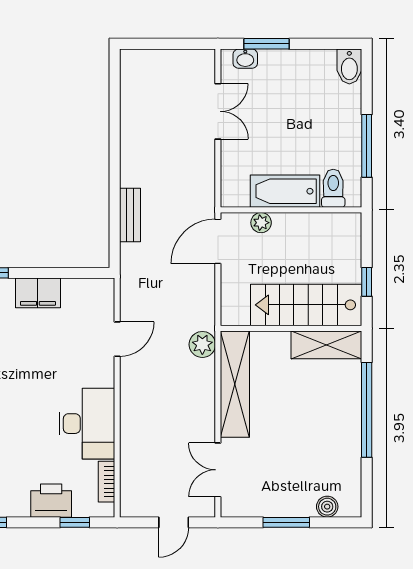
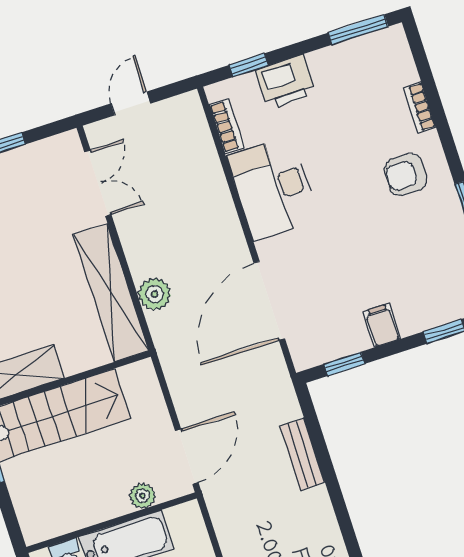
window: (76, 273) -> (344, 364), added
filing cabinet: (38, 293) -> (382, 325), width x0.50
door: (117, 339) -> (269, 301), width x1.87
plant: (202, 344) -> (155, 294), moved

